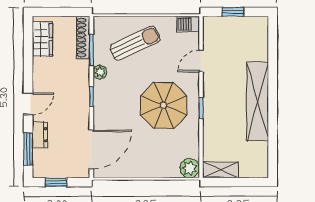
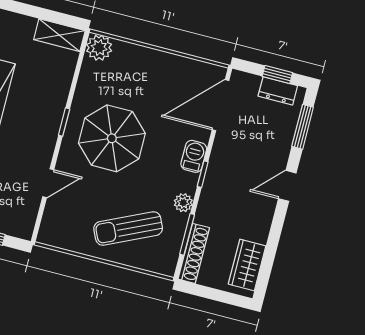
barbecue: (188, 24) -> (194, 156), moved, turned -90
dresser: (40, 135) -> (278, 91), moved, turned -90

